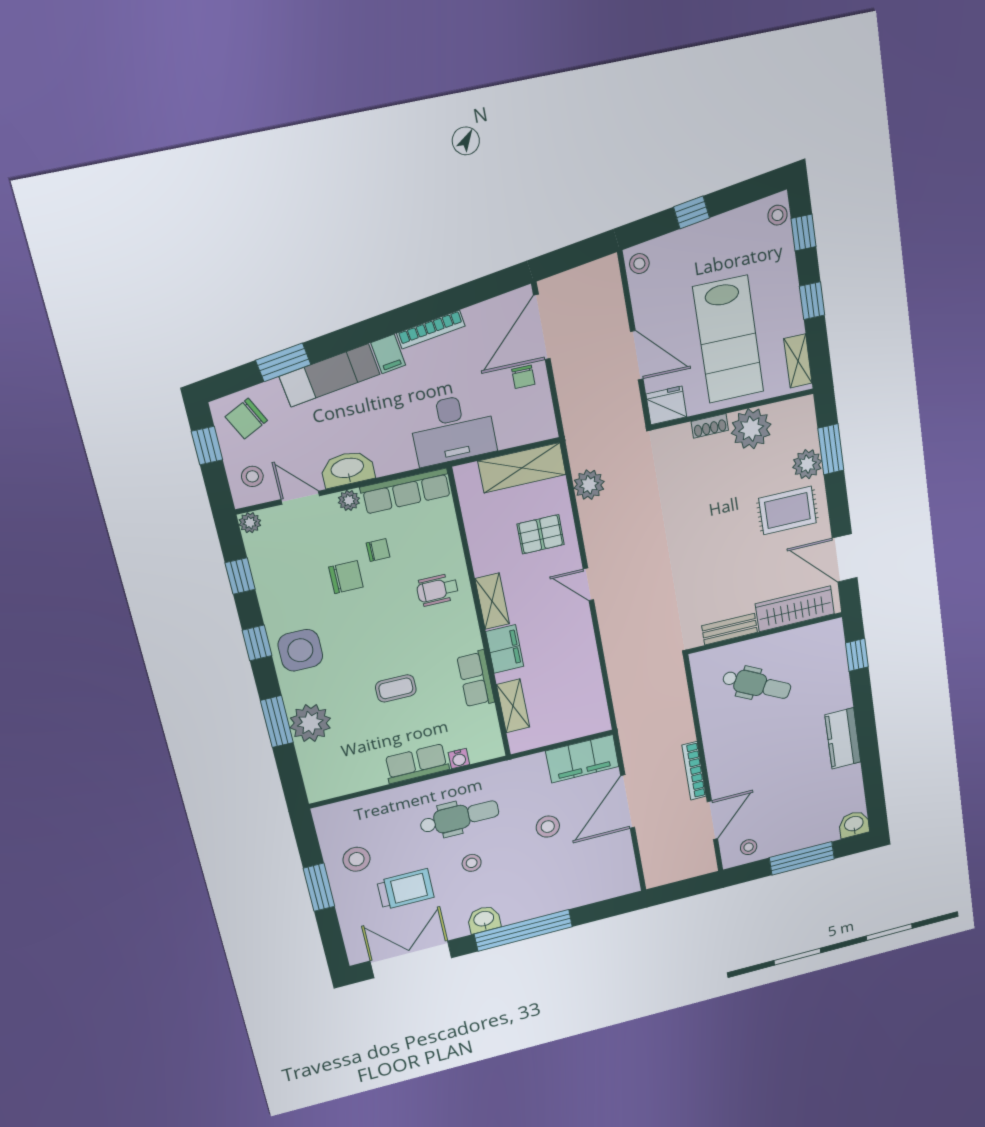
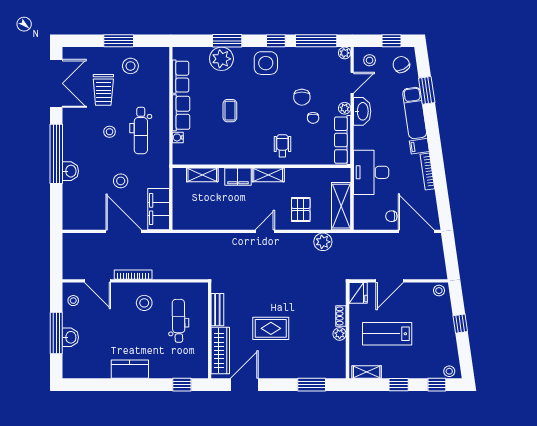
lab bench: (728, 340) -> (387, 334), width x0.73, depth x0.72
plant: (751, 429) -> (340, 334), width x0.53, depth x0.53
plant: (807, 464) -> (306, 370), removed
rug: (787, 511) -> (271, 328), moved, turned 90
window: (240, 576) -> (316, 41), width x2.17
row of seats: (476, 679) -> (180, 77), moved, turned 90
dental chair: (757, 684) -> (179, 321), turned 152
stool: (736, 743) -> (144, 303), added
washbasin: (854, 824) -> (70, 337), moved
washbasin: (484, 919) -> (70, 171), moved

